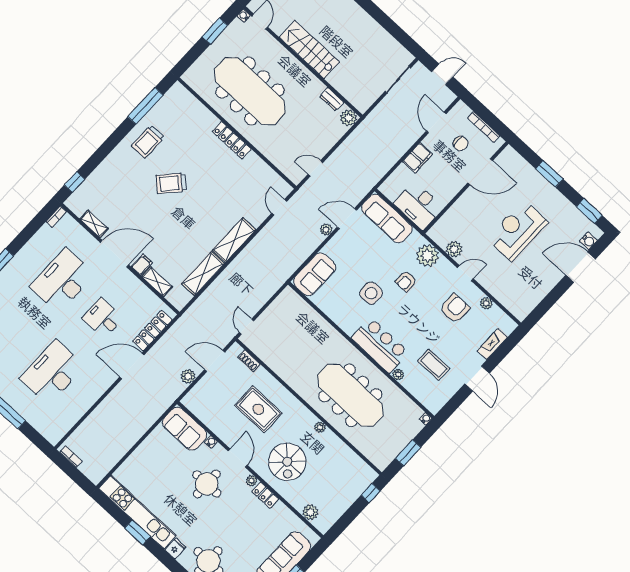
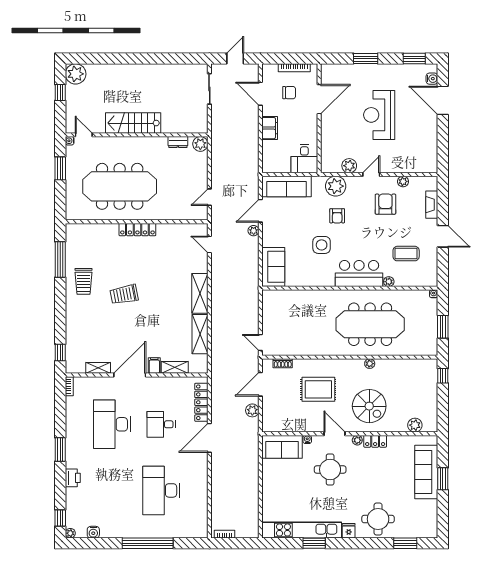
trolley: (171, 183) -> (124, 294), turned 37
desk: (419, 206) -> (304, 159), width x0.73
door: (581, 267) -> (443, 100), hinge flipped

